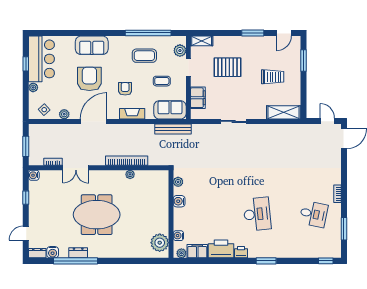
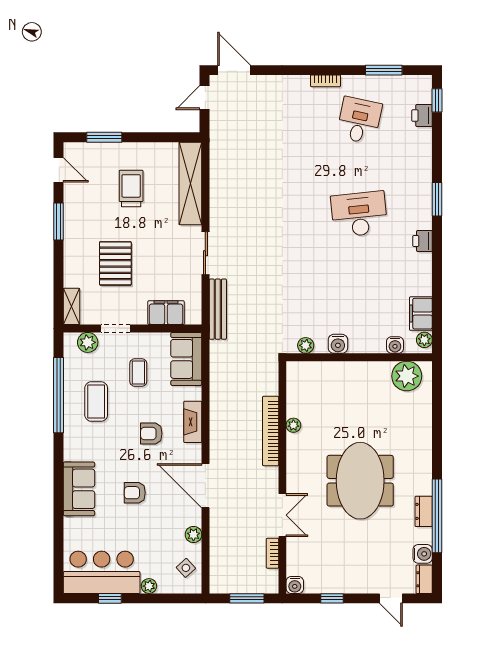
armchair: (89, 79) -> (135, 493), width x0.53, depth x0.53
shelving: (284, 112) -> (190, 184), width x1.47
bench: (173, 129) -> (218, 309), moved
printer: (221, 249) -> (422, 116), moved, width x0.53, depth x0.68

